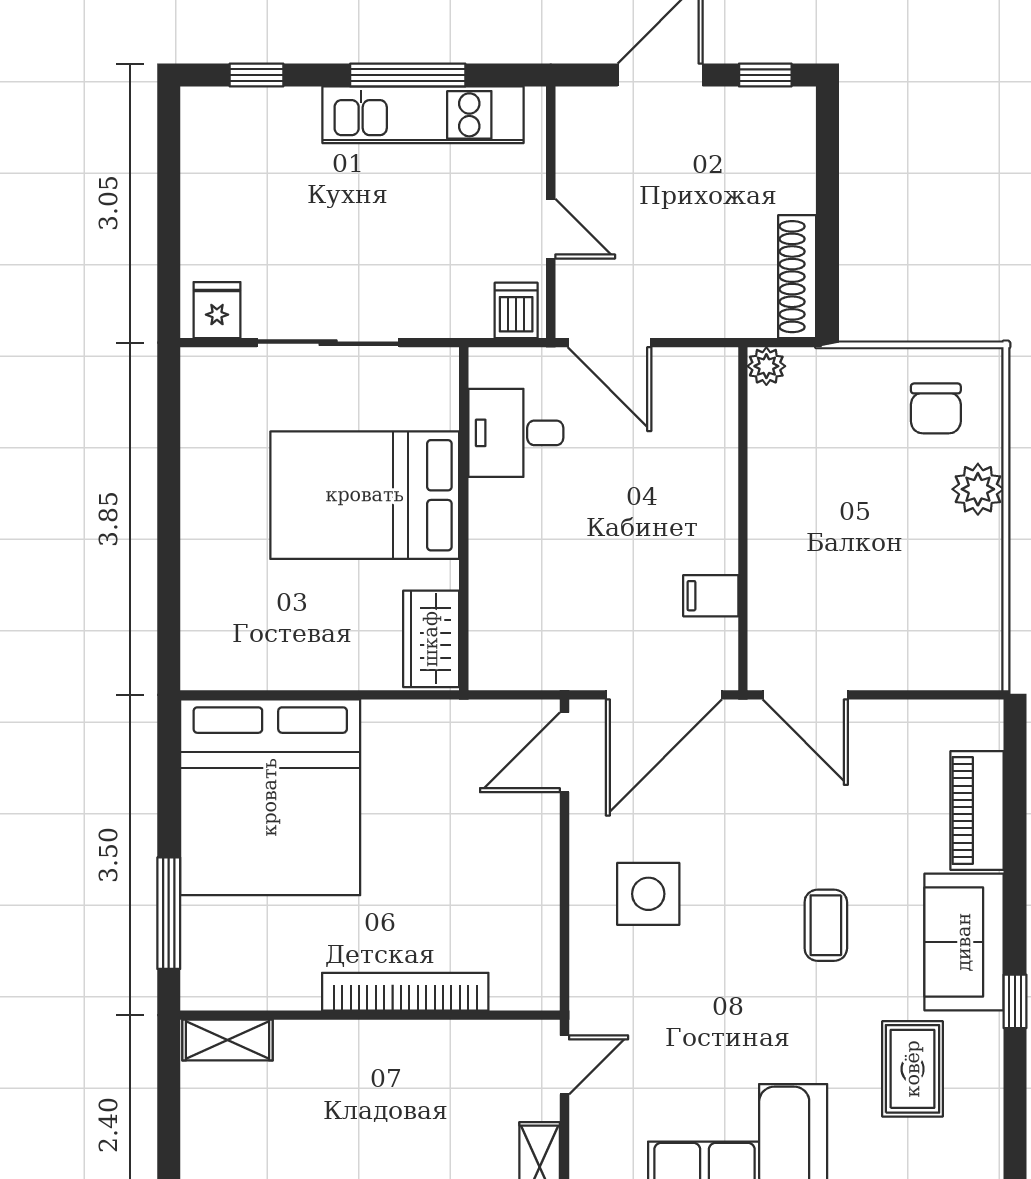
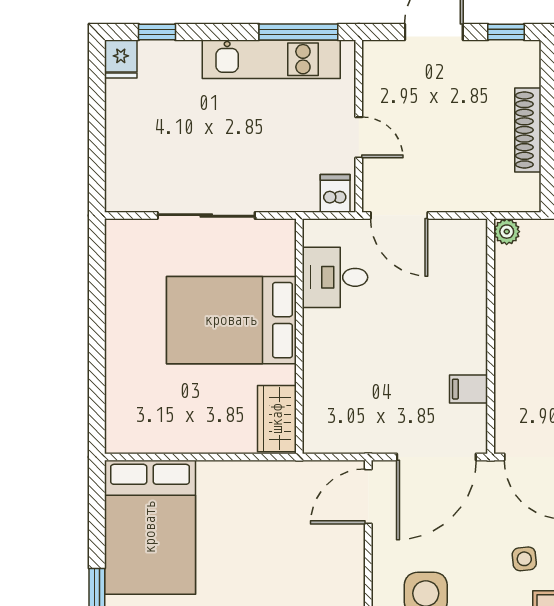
window: (408, 75) -> (298, 32), moved
shoe rack: (797, 277) -> (528, 130), moved
fridge: (217, 310) -> (121, 59), moved, turned 180
bed: (270, 797) -> (150, 527), width x0.73
side table: (792, 843) -> (524, 559), added

